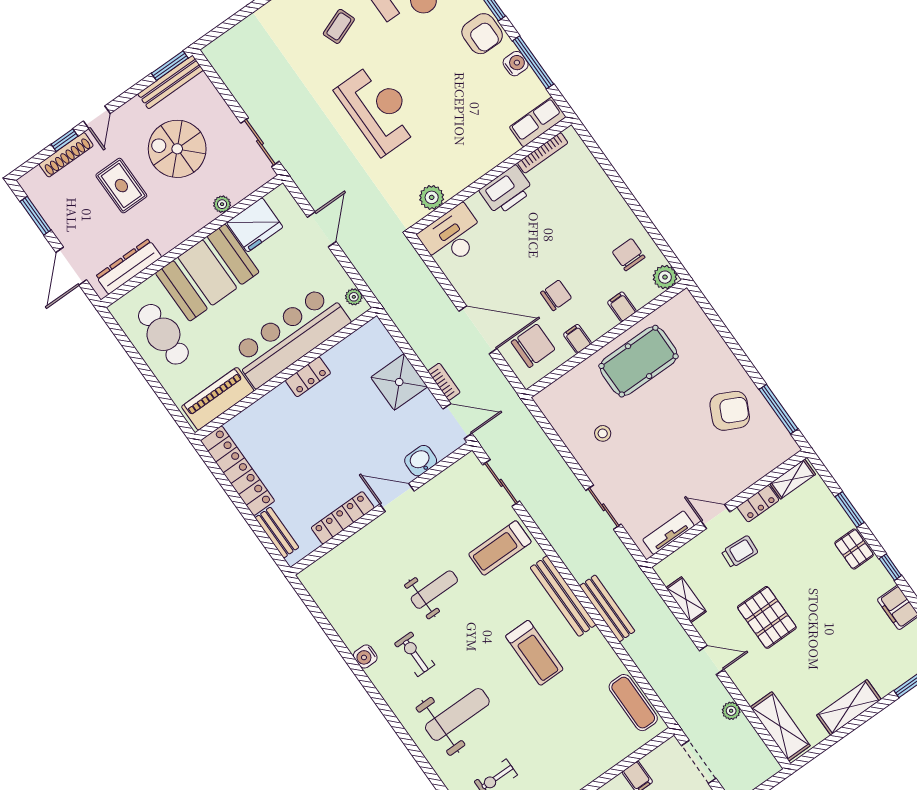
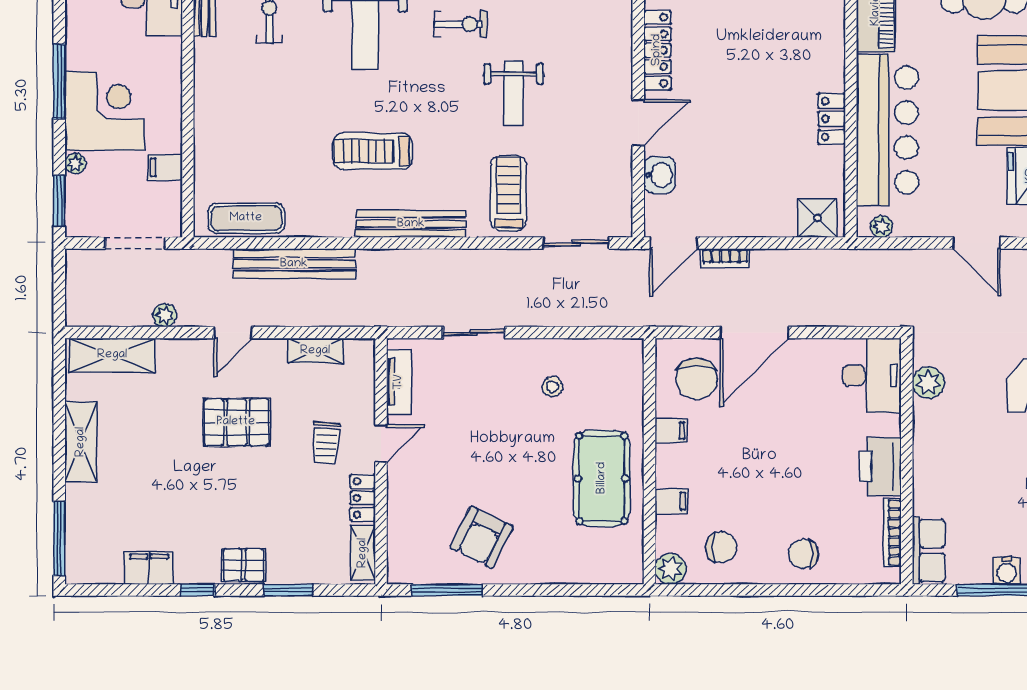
chair: (556, 295) -> (803, 554), moved, turned 90
shower: (399, 382) -> (817, 218), moved, width x0.73, depth x0.73
bench: (607, 608) -> (294, 264), moved, width x1.37, depth x1.21

